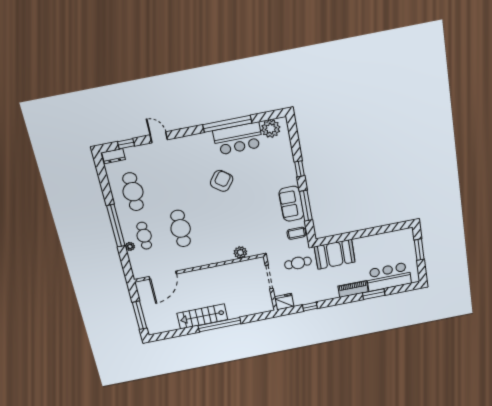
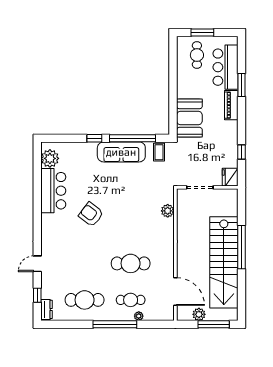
window: (227, 124) -> (37, 198), removed
sofa: (291, 204) -> (121, 152), width x1.36
window: (306, 206) -> (133, 138), width x1.46
cafe table: (298, 263) -> (197, 55), moved
plant: (146, 301) -> (199, 314), added
stairs: (202, 316) -> (224, 262), width x1.86, depth x1.51

